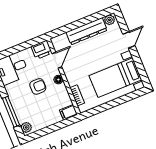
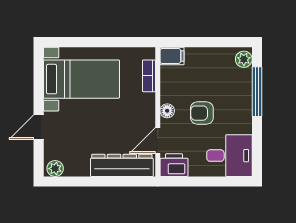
dresser: (87, 31) -> (122, 165), moved

